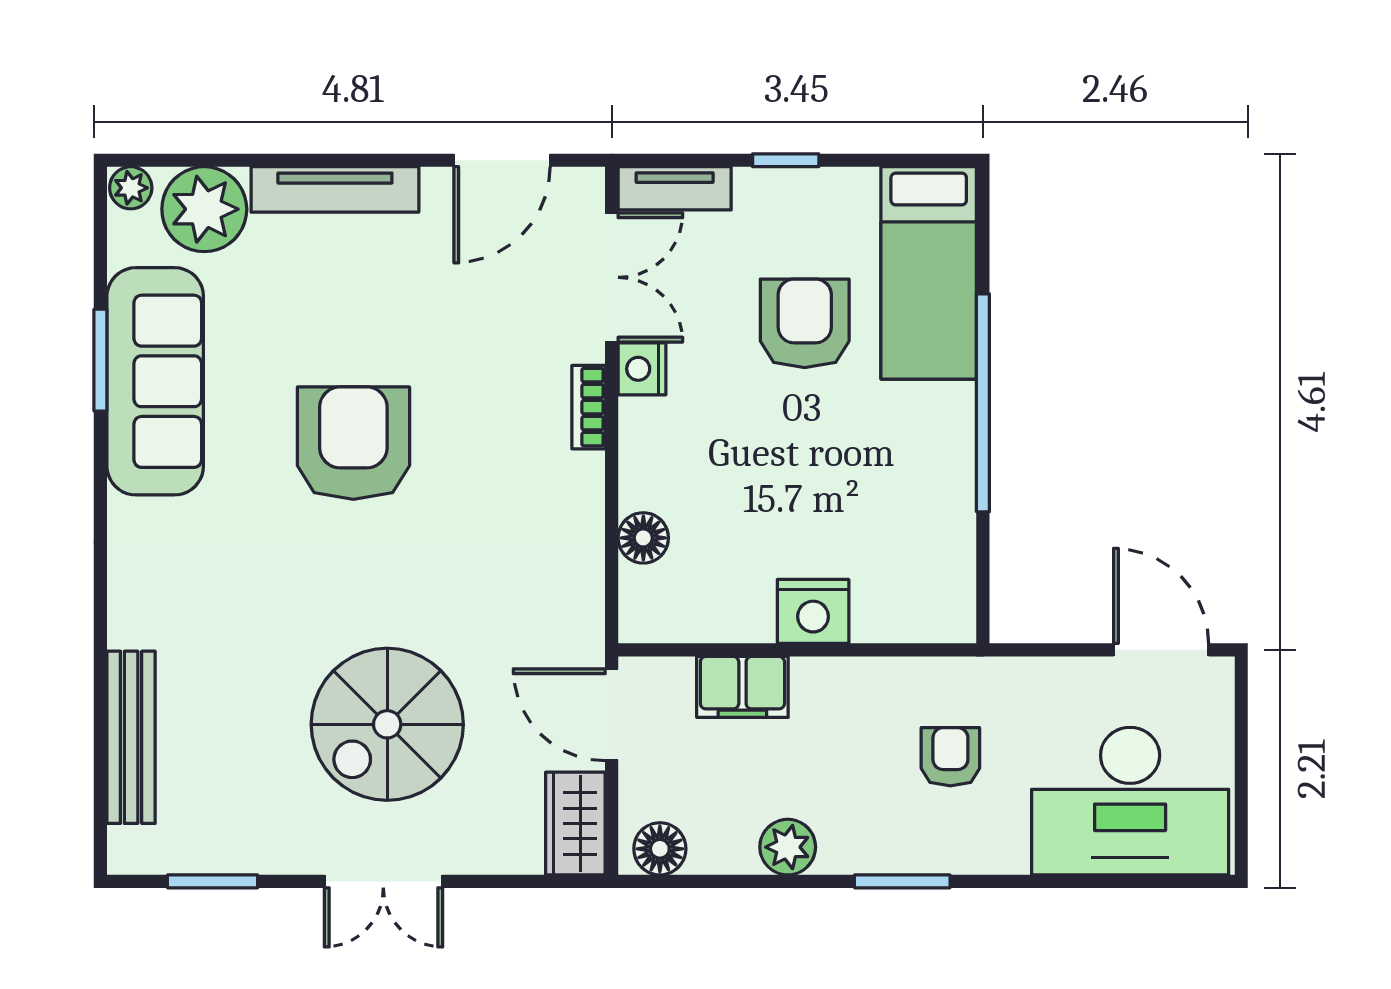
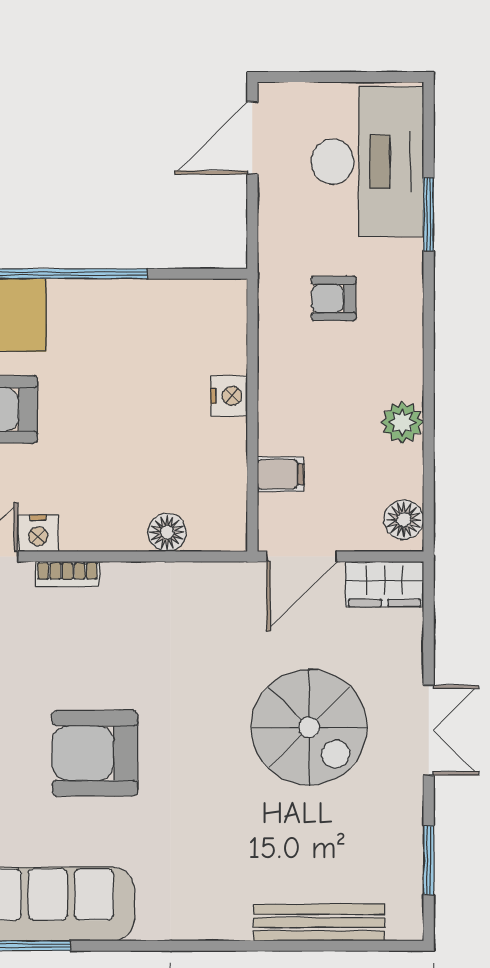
nightstand: (813, 611) -> (229, 396), width x0.74, depth x0.75
filing cabinet: (742, 687) -> (281, 474), width x0.50
window: (902, 881) -> (429, 214), moved

